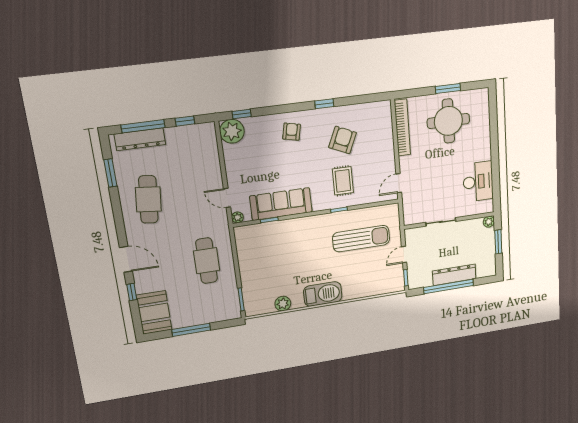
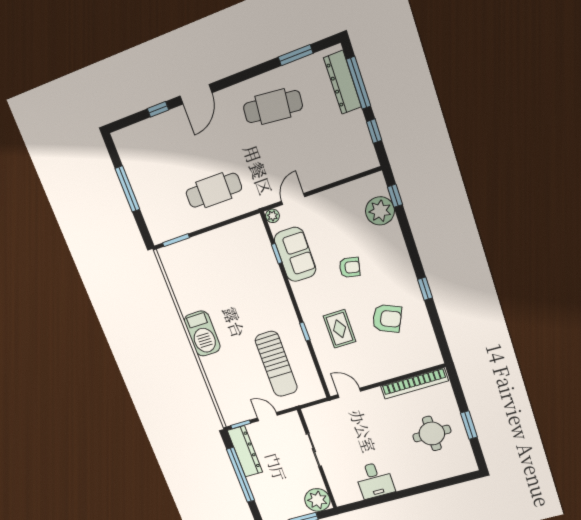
round table: (448, 121) -> (432, 433), width x0.73, depth x0.73
plant: (232, 131) -> (380, 211), moved
armchair: (292, 132) -> (350, 267), moved
rug: (343, 181) -> (340, 329), turned 90
desk: (478, 182) -> (375, 480), width x0.73
sofa: (281, 204) -> (295, 254), width x0.73
plant: (489, 222) -> (317, 500), width x1.88, depth x1.88
dresser: (454, 275) -> (245, 451), moved
plant: (283, 304) -> (181, 290), removed
booth: (154, 312) -> (139, 141), removed

